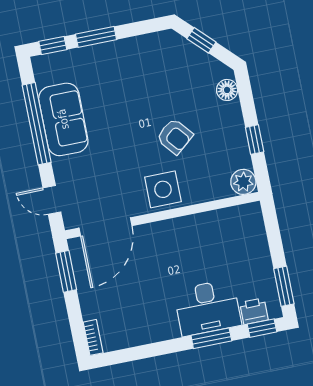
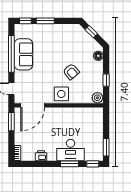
printer: (254, 311) -> (41, 156), moved

